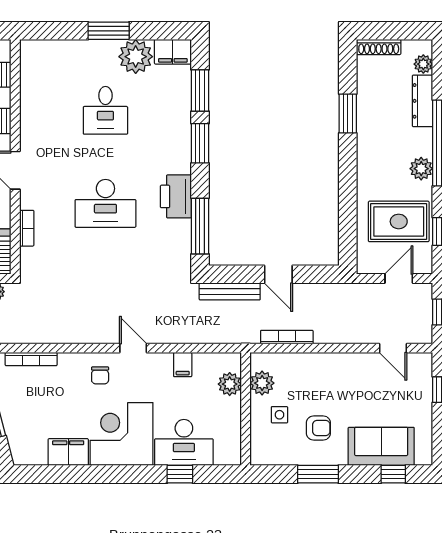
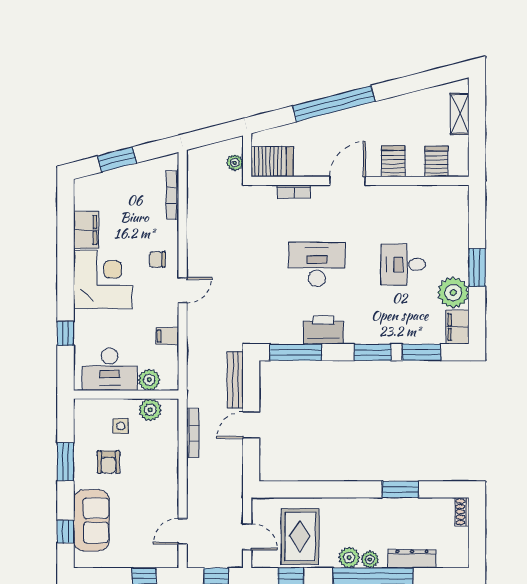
shoe rack: (379, 47) -> (462, 512), width x0.70
plant: (423, 64) -> (370, 559), moved
desk: (105, 203) -> (317, 264), turned 90
desk: (184, 442) -> (110, 369), moved, turned -90

